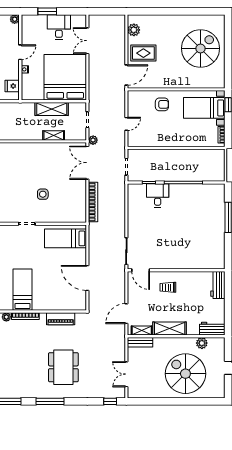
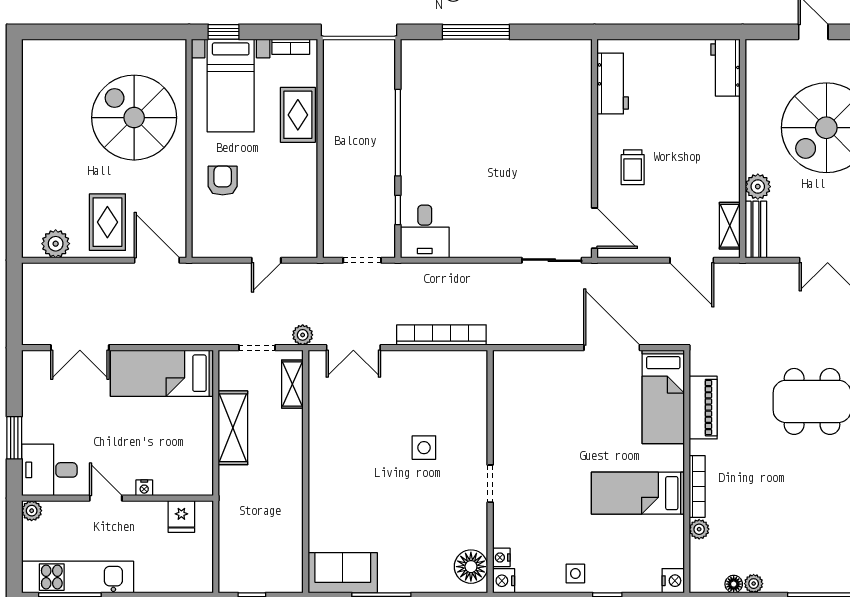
desk: (59, 27) -> (49, 470), moved
spiral stairs: (200, 48) -> (134, 118), moved
bed: (65, 77) -> (162, 373), width x0.49
door: (126, 124) -> (266, 260), swing flipped
shelving: (54, 135) -> (292, 384), moved
rug: (191, 138) -> (298, 115), added
double door: (87, 163) -> (353, 348), width x0.73
desk: (158, 195) -> (425, 231), moved, turned -90
bed: (65, 238) -> (663, 397), moved
door: (141, 270) -> (595, 228), hinge flipped
door: (87, 278) -> (612, 348), swing flipped
workbench: (218, 285) -> (613, 83), moved, turned -90
shelving: (170, 329) -> (725, 163), removed
plant: (202, 343) -> (758, 187), moved

